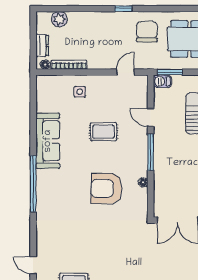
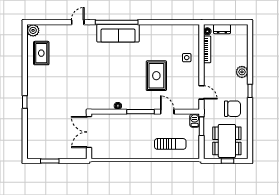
plant: (59, 19) -> (242, 72), moved
door: (151, 117) -> (167, 112), hinge flipped
rug: (104, 132) -> (156, 76), width x1.36, depth x1.43
sofa: (48, 141) -> (118, 33), moved
armchair: (106, 189) -> (113, 78), removed
door: (33, 265) -> (78, 22), moved

